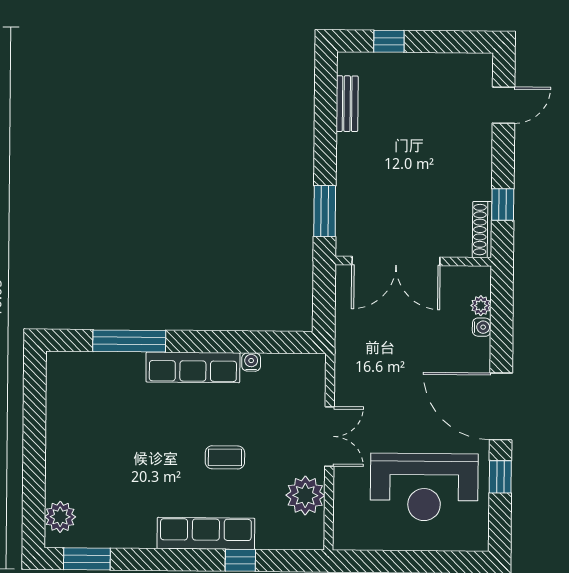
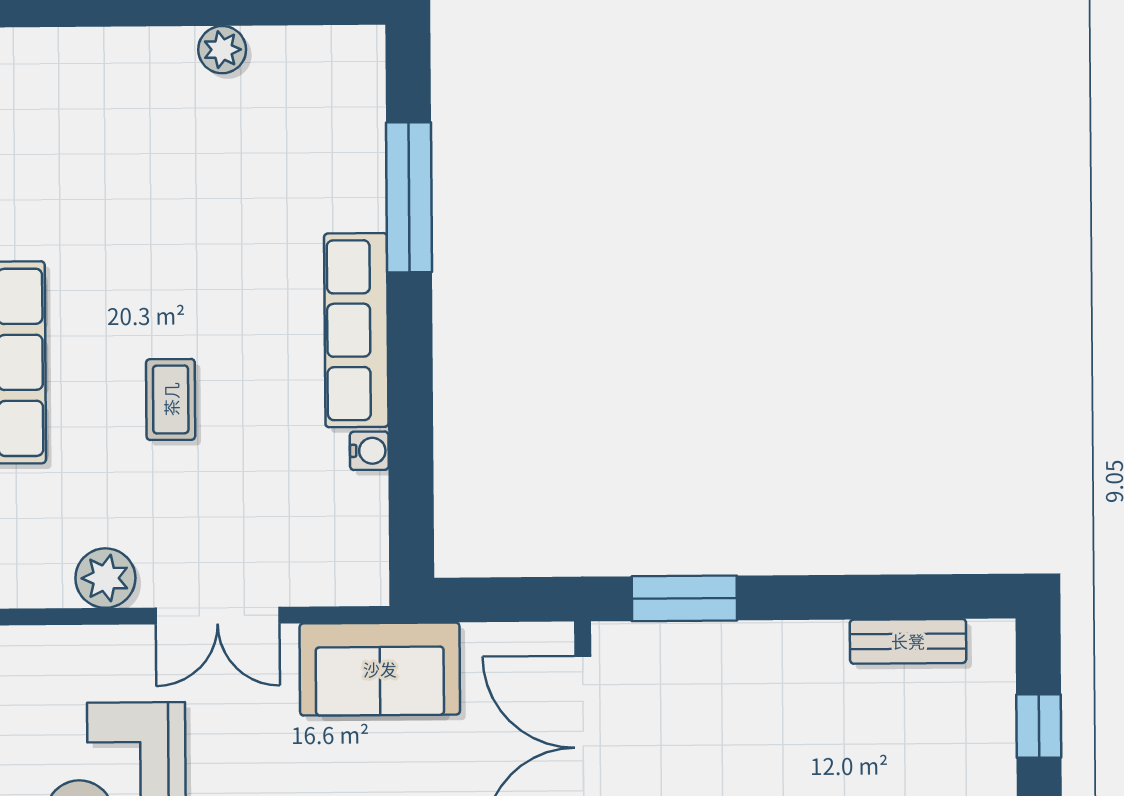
sofa: (356, 359) -> (380, 669), added
plant: (305, 495) -> (105, 578), width x0.73, depth x0.73
plant: (60, 517) -> (222, 50), moved, width x0.73, depth x0.73

